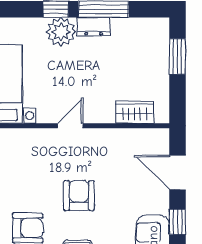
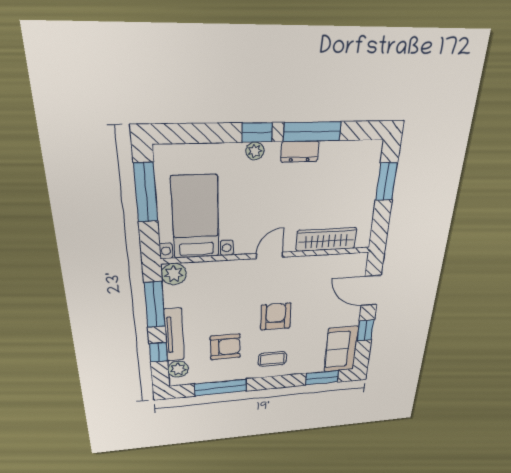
plant: (61, 32) -> (255, 151), width x0.53, depth x0.53
wardrobe: (135, 112) -> (326, 239), width x1.50

